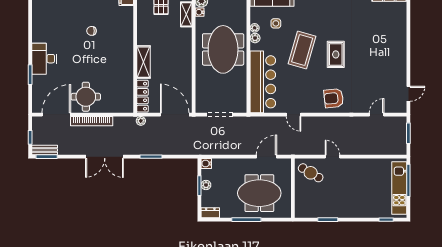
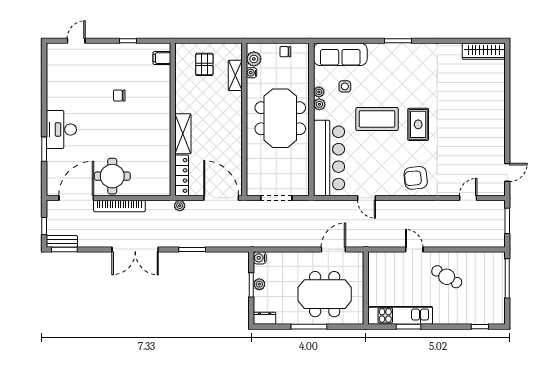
coffee table: (302, 50) -> (377, 119), turned 74
cafe table: (311, 173) -> (447, 277), moved
kitchen unit: (399, 188) -> (400, 315), moved, turned 90

